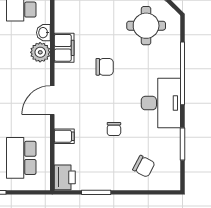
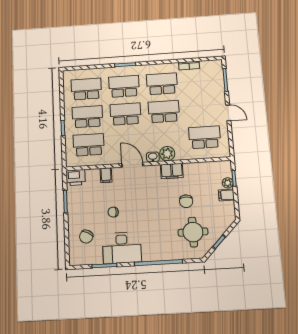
washbasin: (43, 33) -> (153, 157), moved
chair: (105, 67) -> (186, 201), moved
desk: (161, 103) -> (122, 248), moved

